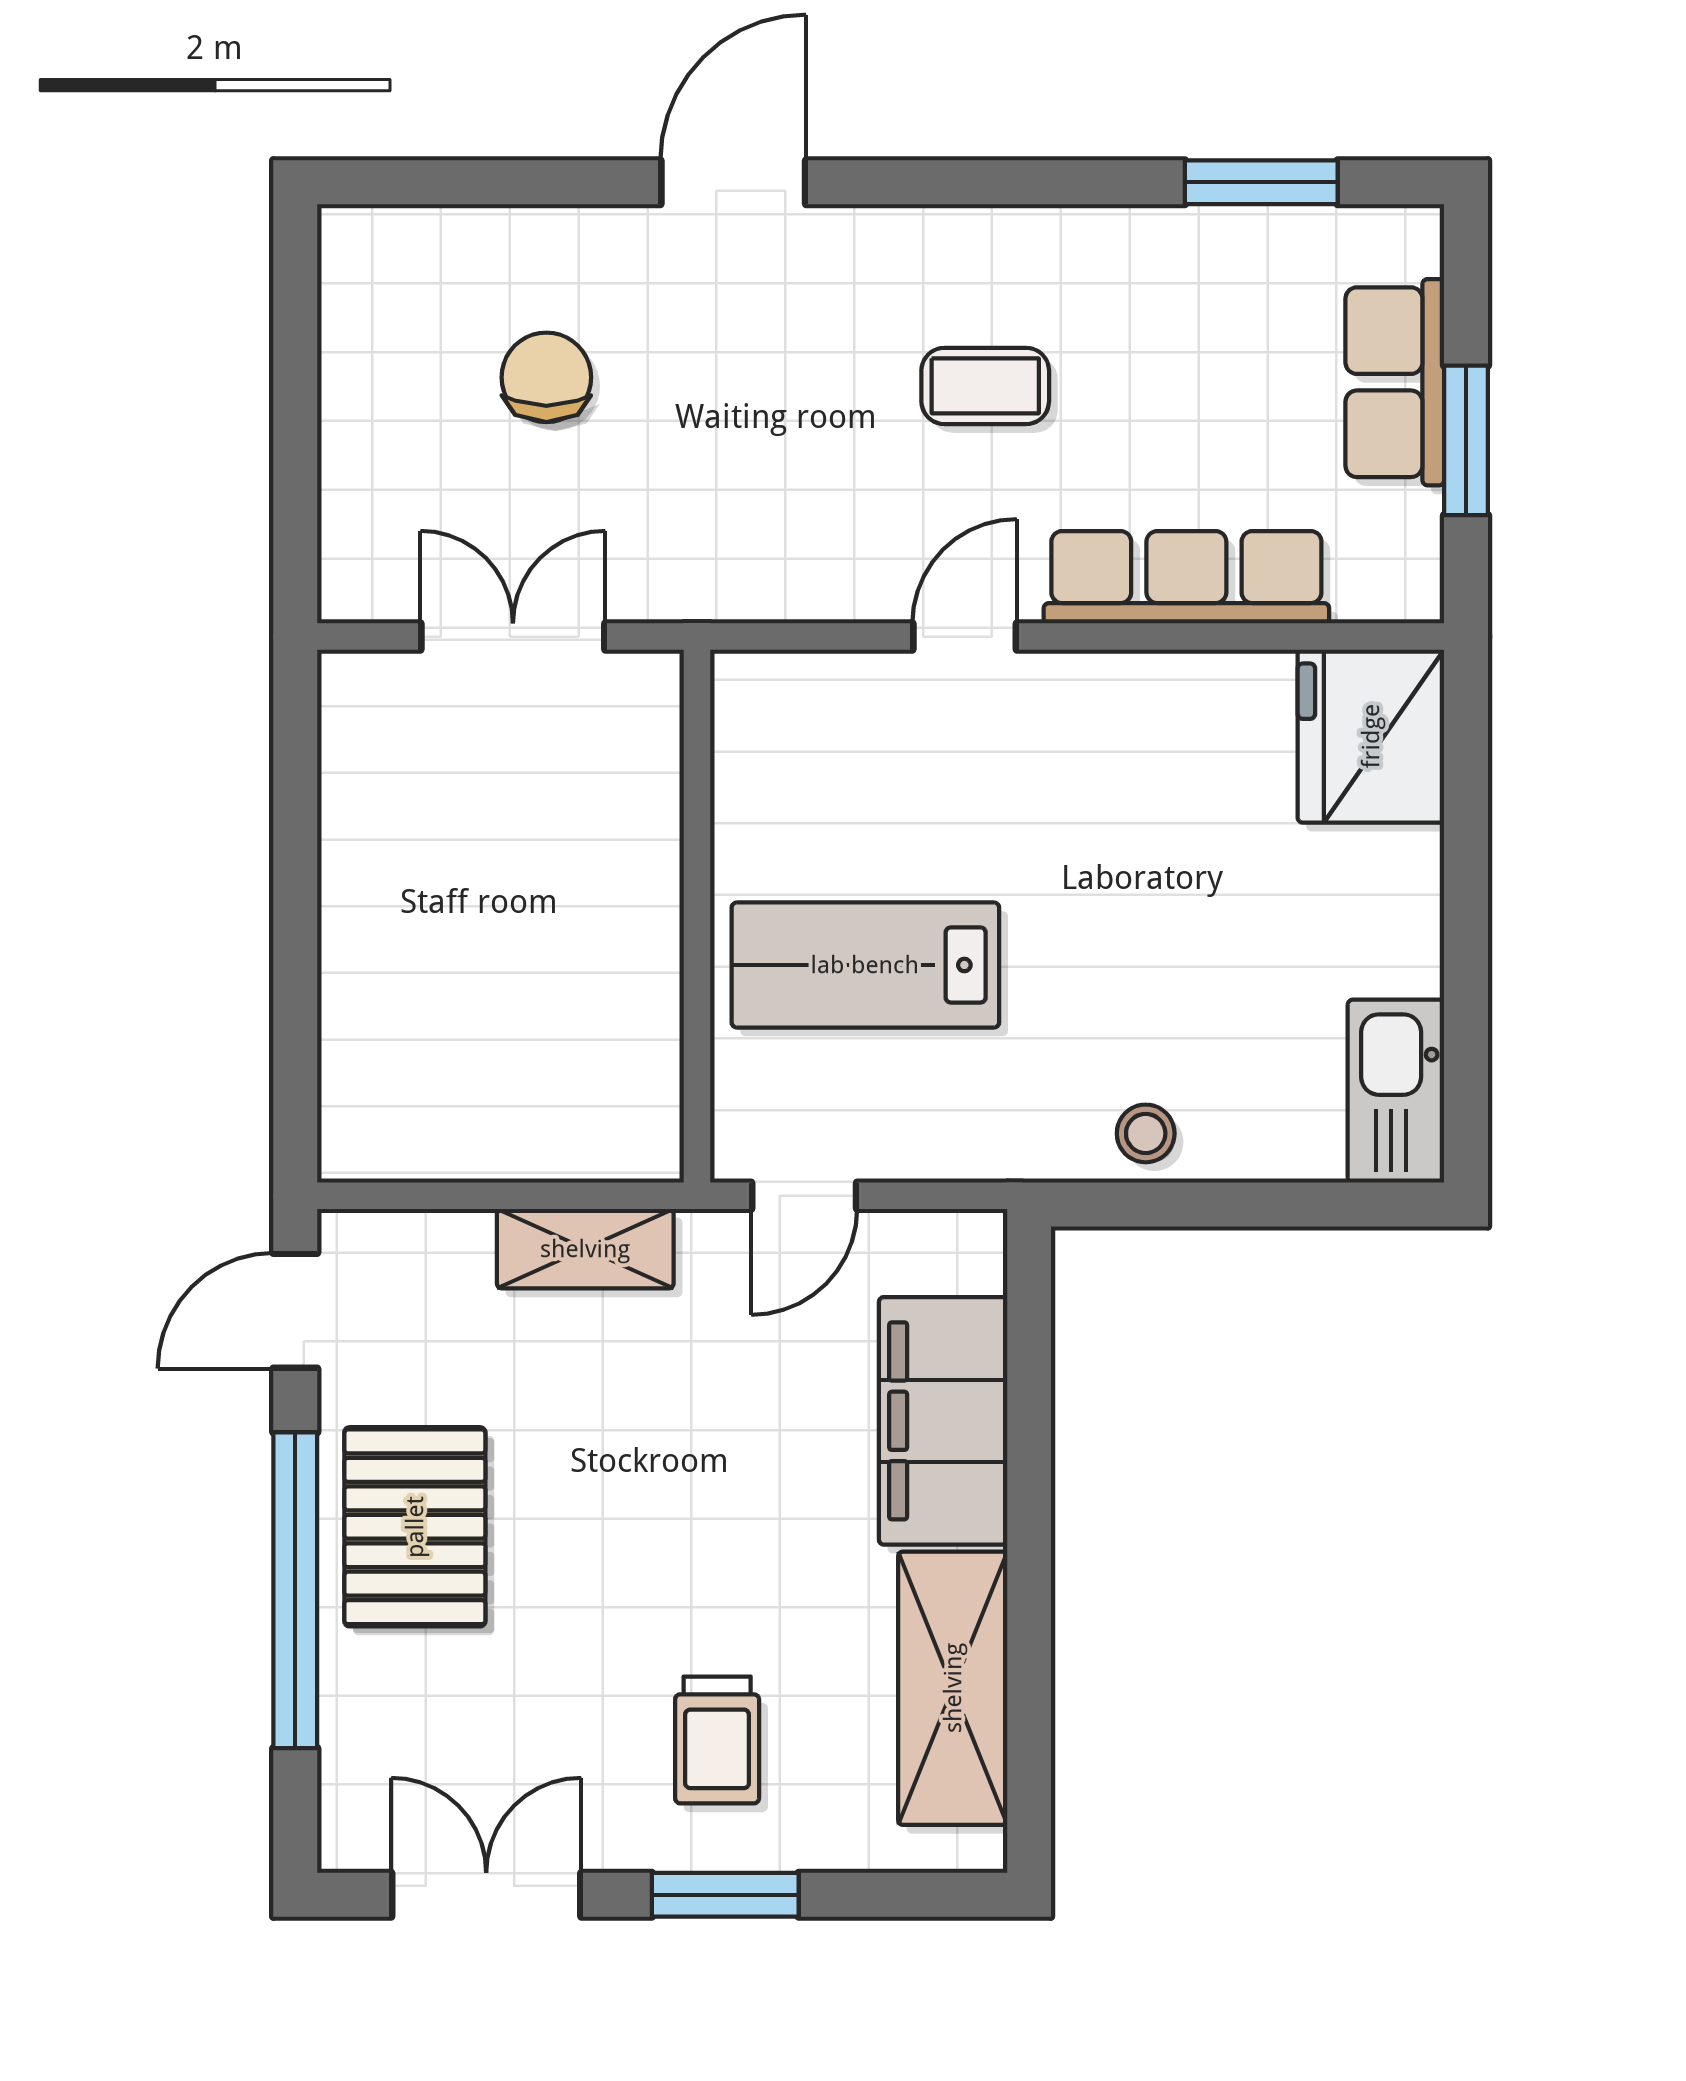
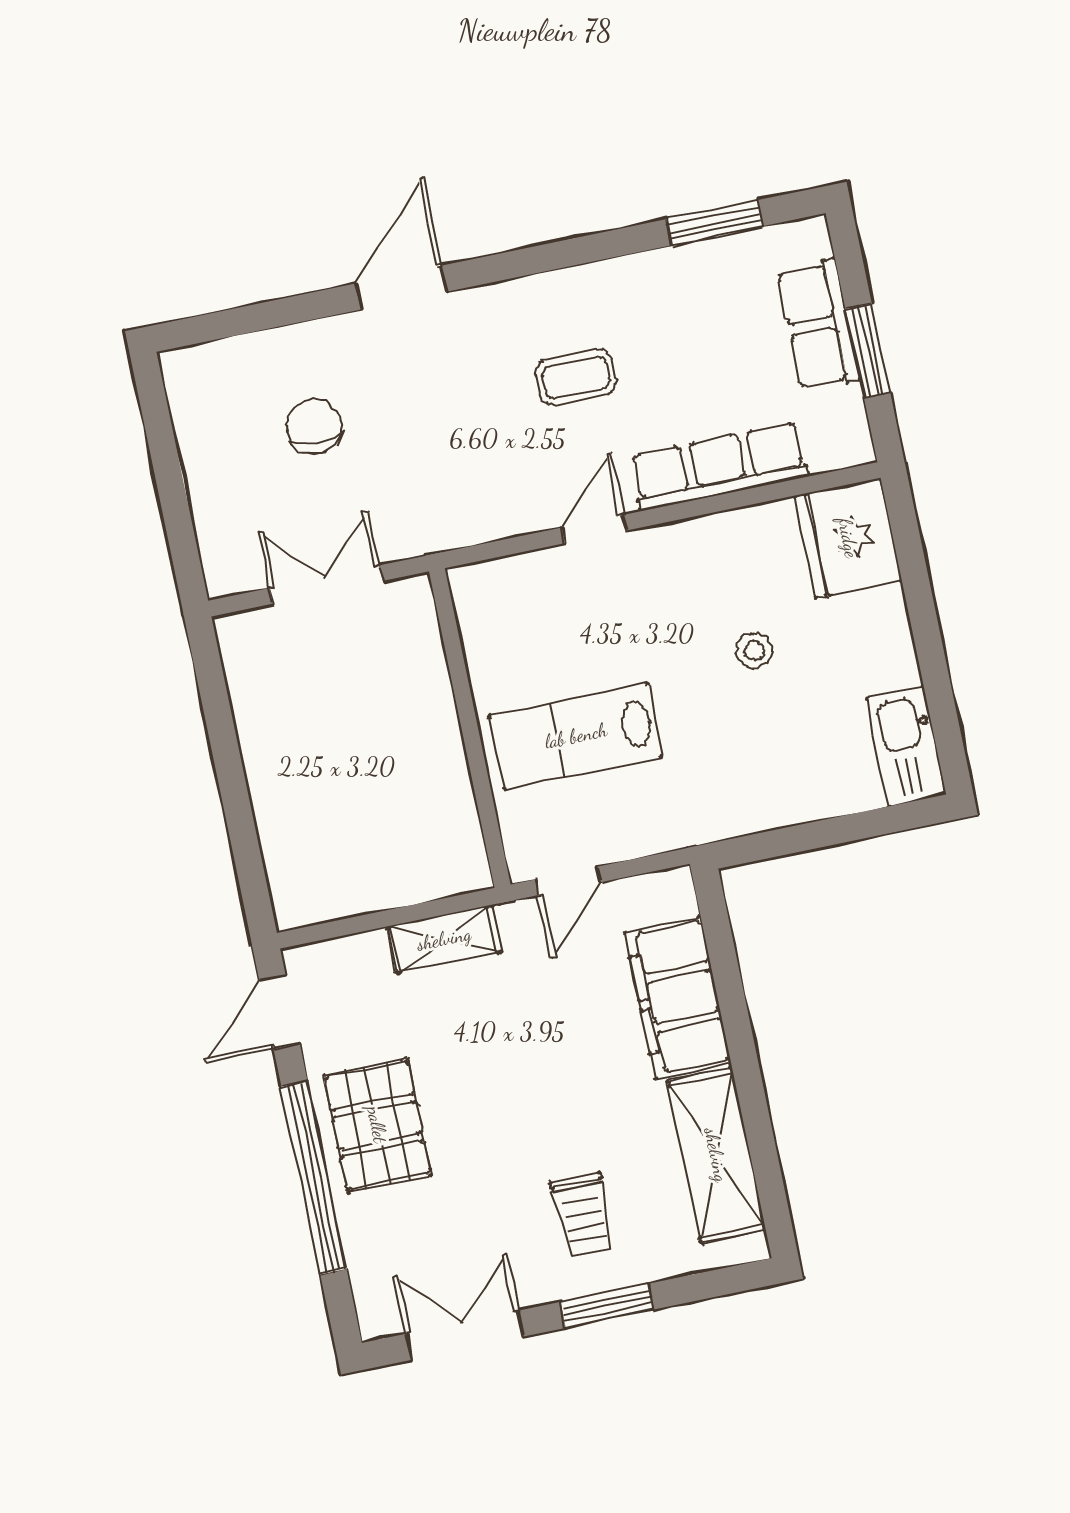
stool: (1146, 1133) -> (754, 651), moved

